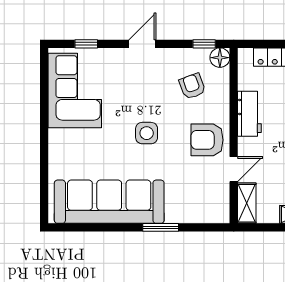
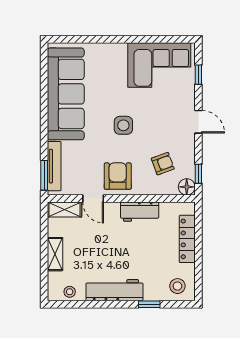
tv unit: (195, 215) -> (54, 166), added
window: (161, 227) -> (44, 175), moved

